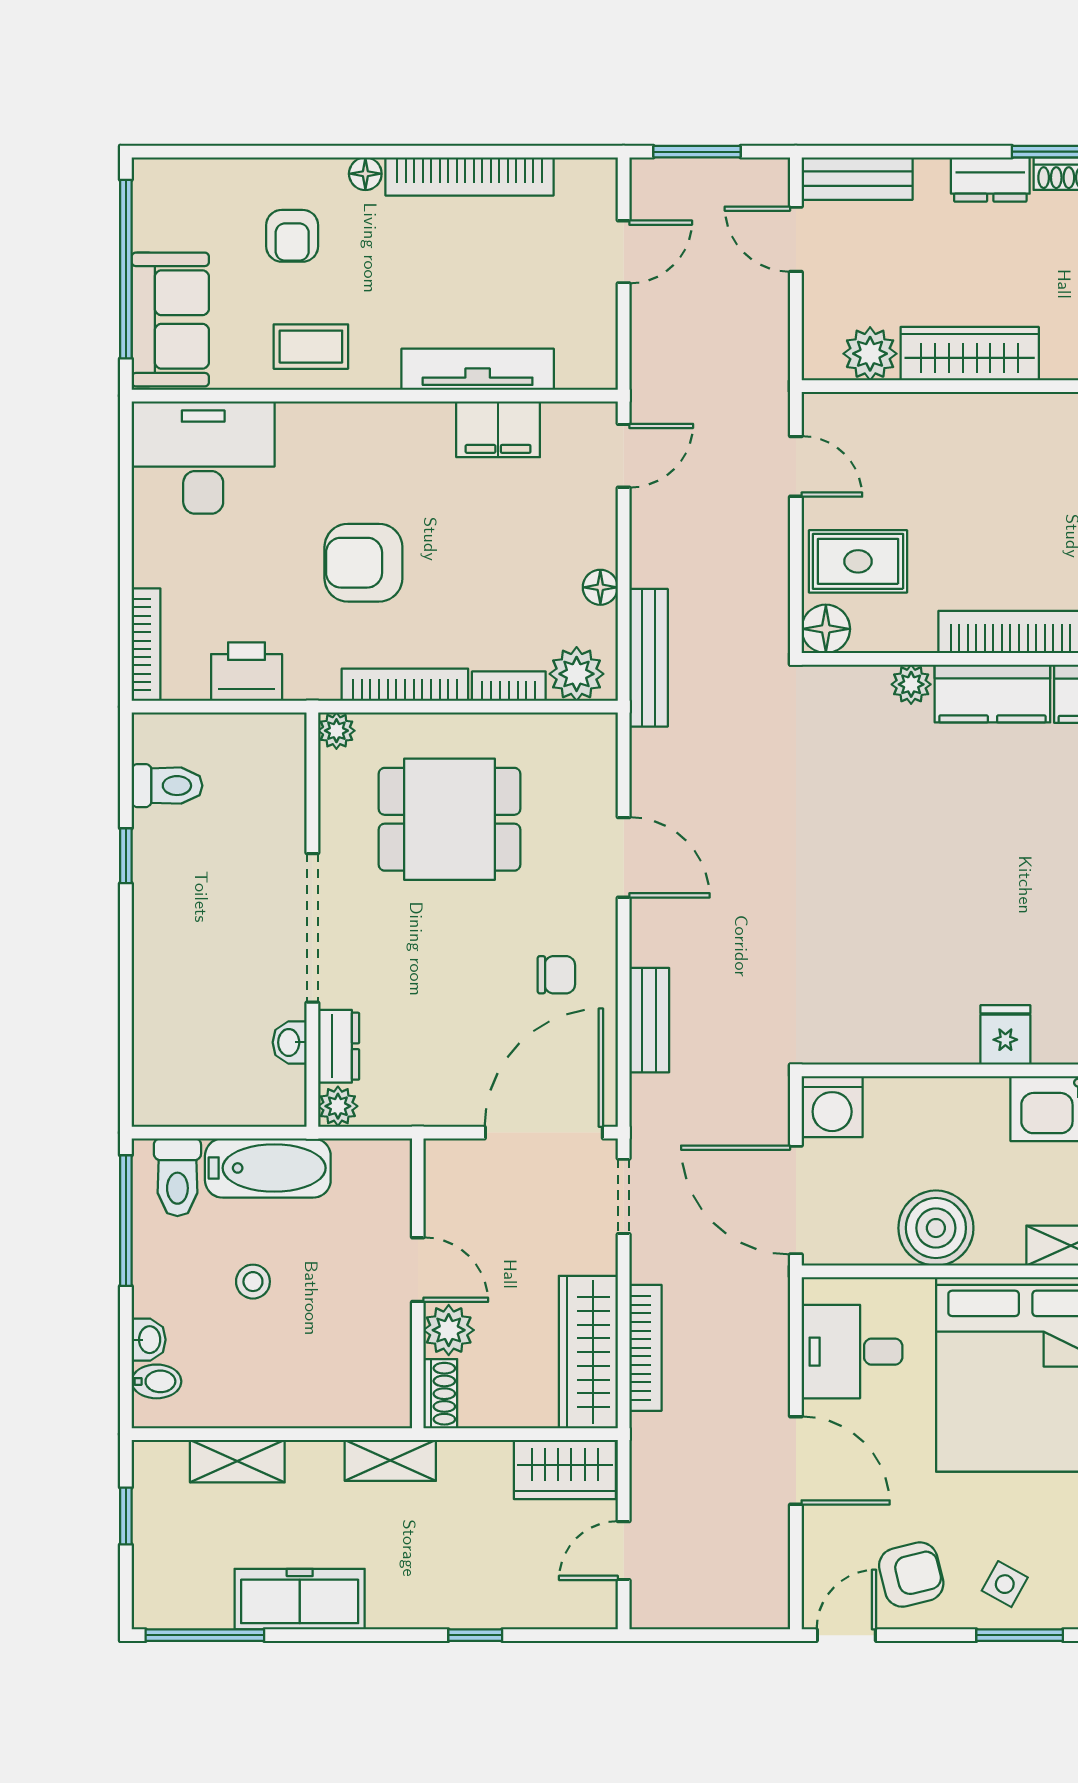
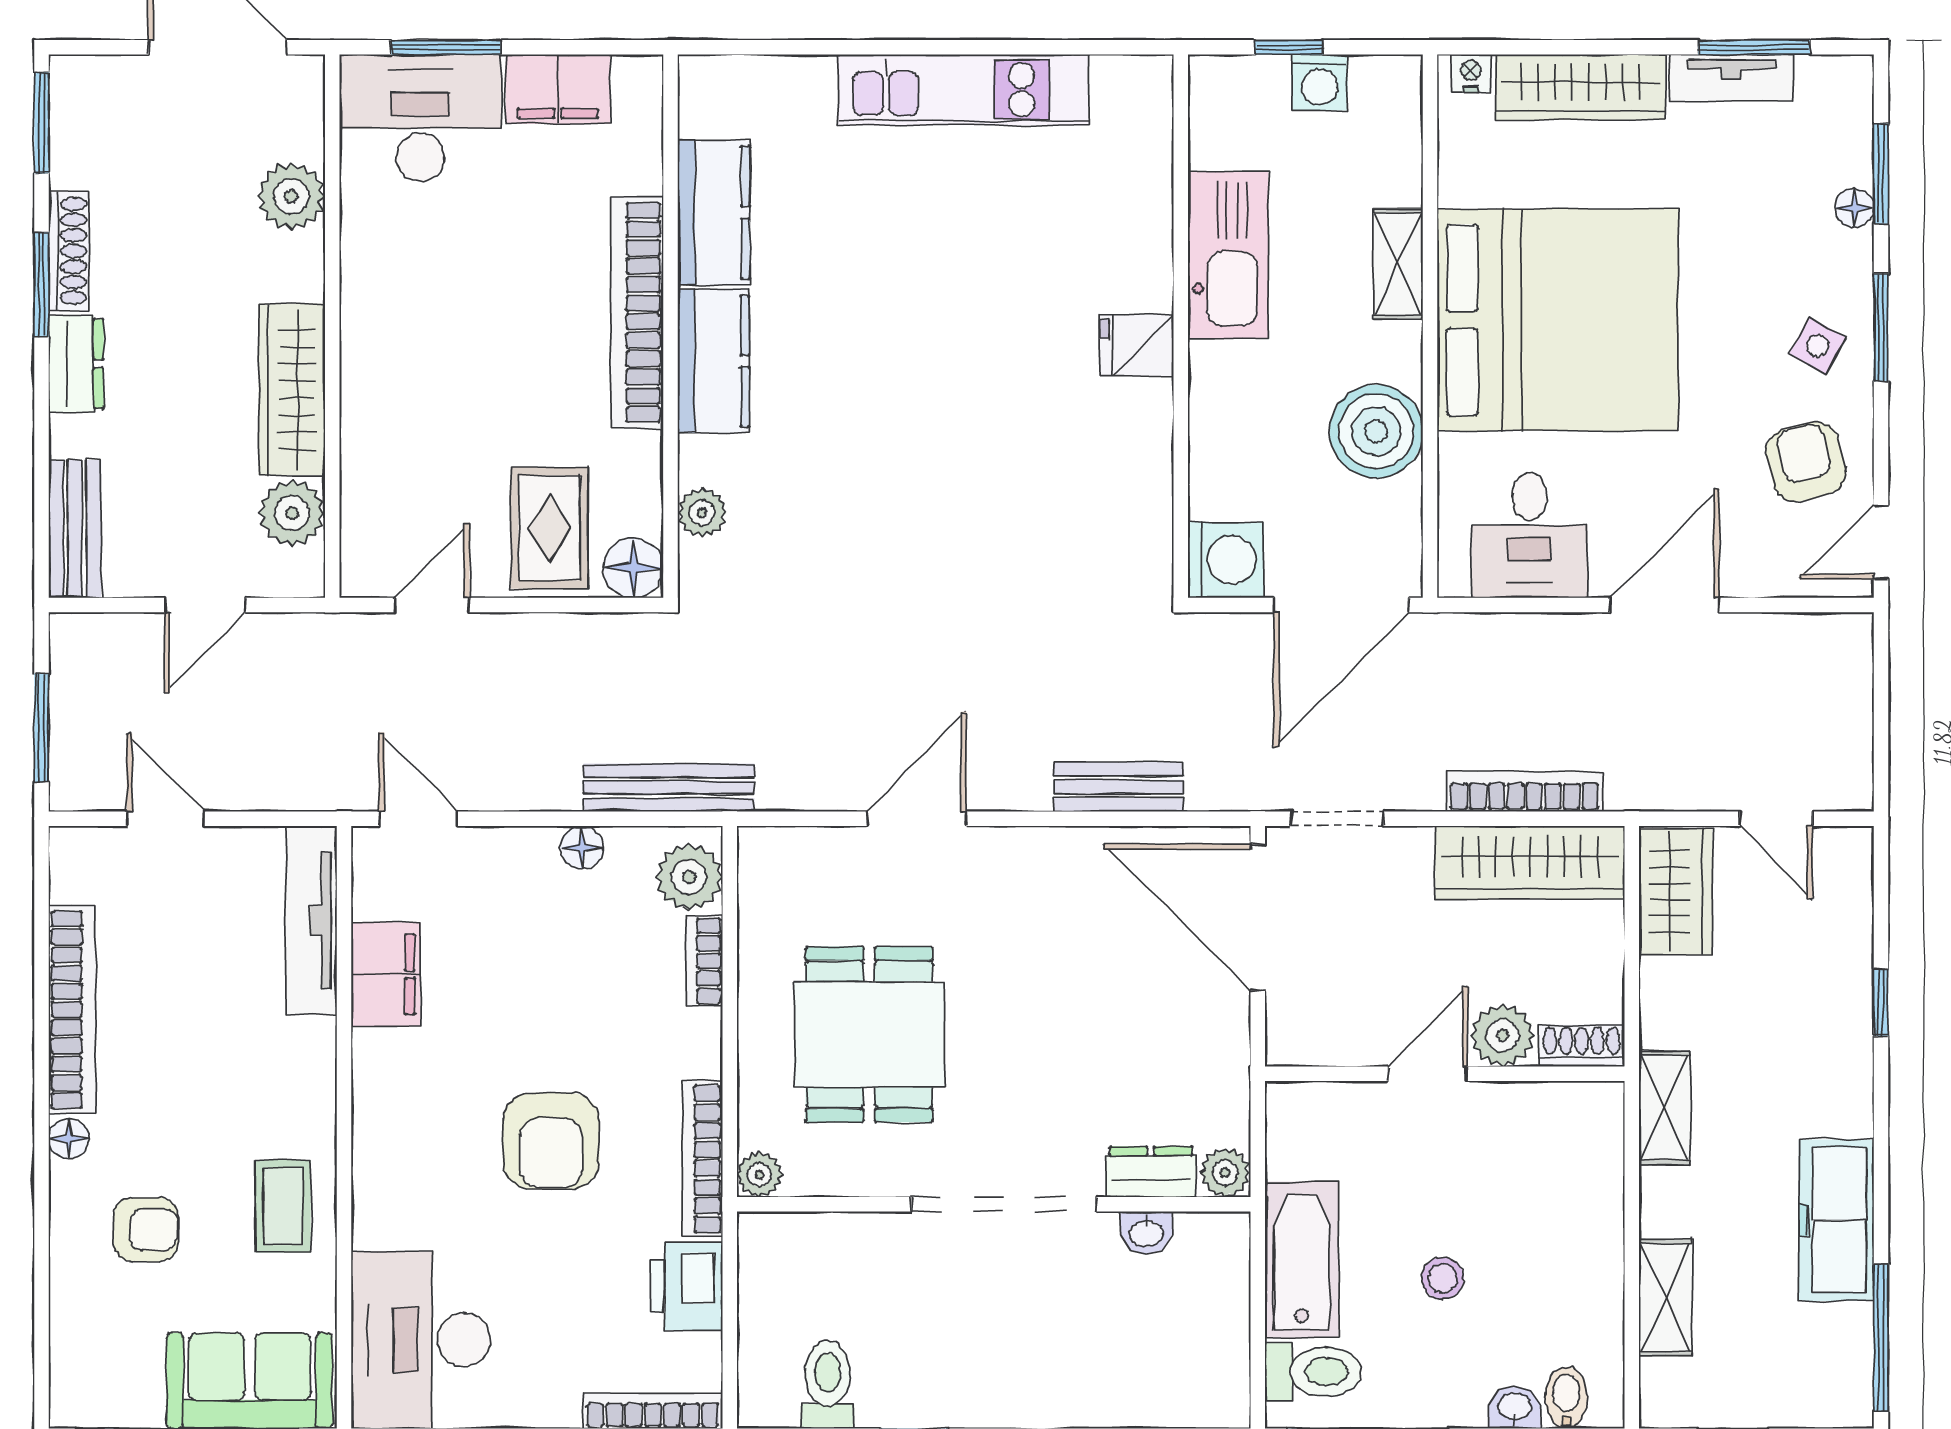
door: (796, 239) -> (205, 605), moved
tv unit: (478, 369) -> (311, 920), moved
plant: (911, 684) -> (702, 513), moved
bookcase: (405, 685) -> (703, 1159), moved
chair: (556, 975) -> (1062, 902), removed
door: (846, 1635) -> (1881, 542), hinge flipped

